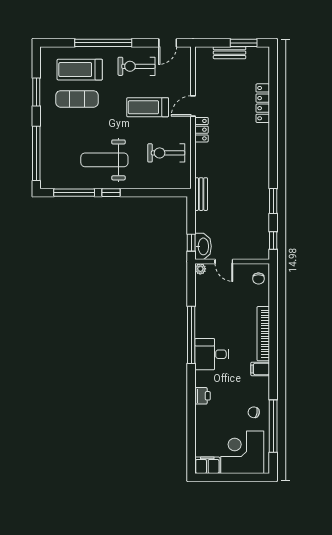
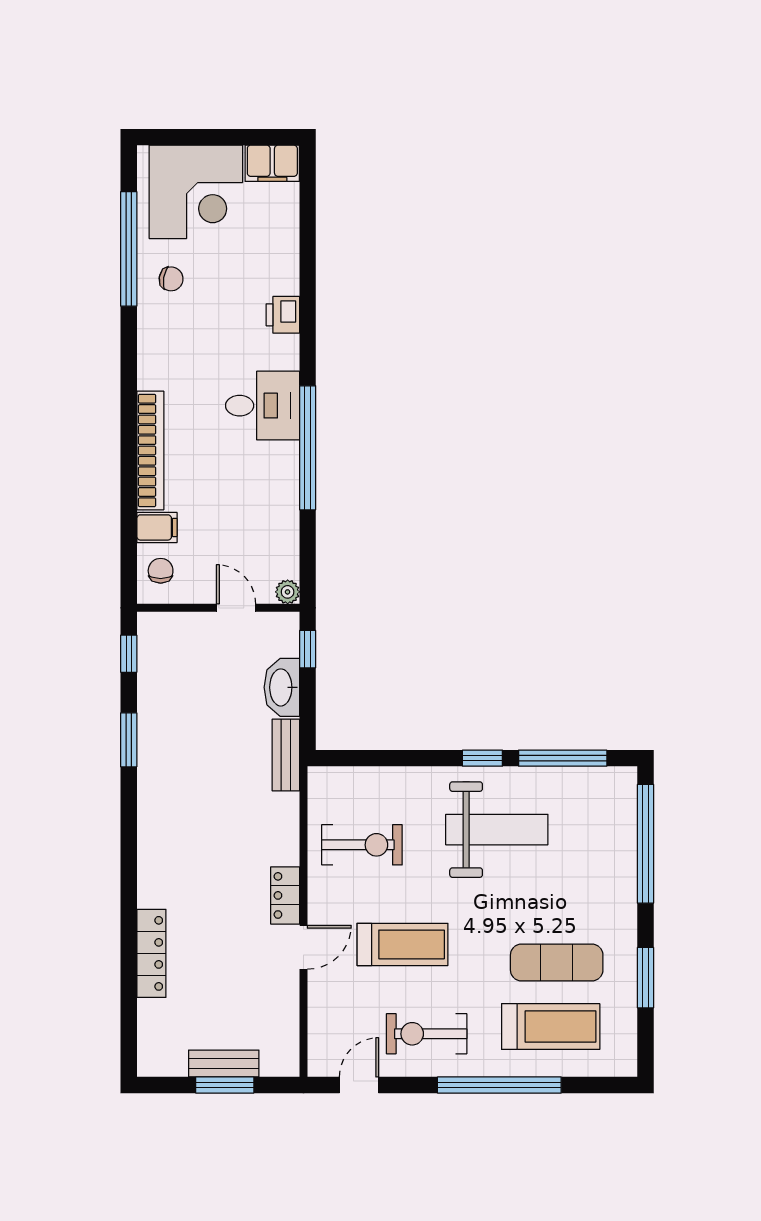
window: (244, 43) -> (225, 1085), moved
exercise bike: (137, 66) -> (427, 1034), turned 180
washbasin: (203, 246) -> (282, 687), moved
filing cabinet: (260, 369) -> (157, 527), moved

